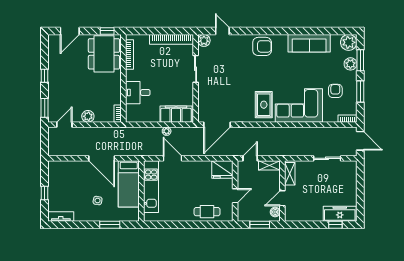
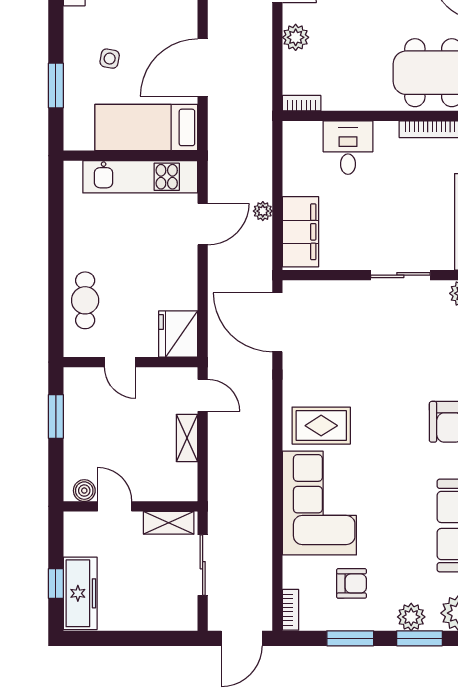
shelving: (290, 174) -> (169, 523), moved
wall: (282, 191) -> (131, 506), moved
door: (282, 198) -> (115, 506), moved
boiler: (275, 212) -> (84, 491), moved

